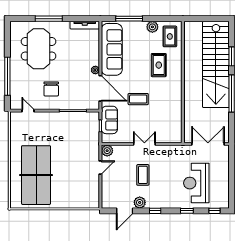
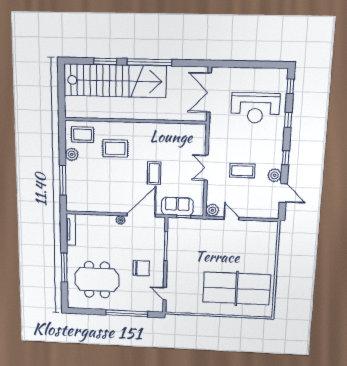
sofa: (112, 49) -> (97, 201), removed
door: (28, 111) -> (165, 294), hinge flipped

